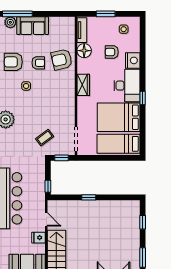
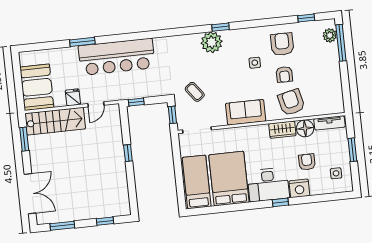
sofa: (33, 26) -> (246, 112), moved, turned 90
wardrobe: (83, 85) -> (282, 130), moved
window: (143, 98) -> (280, 202), moved

